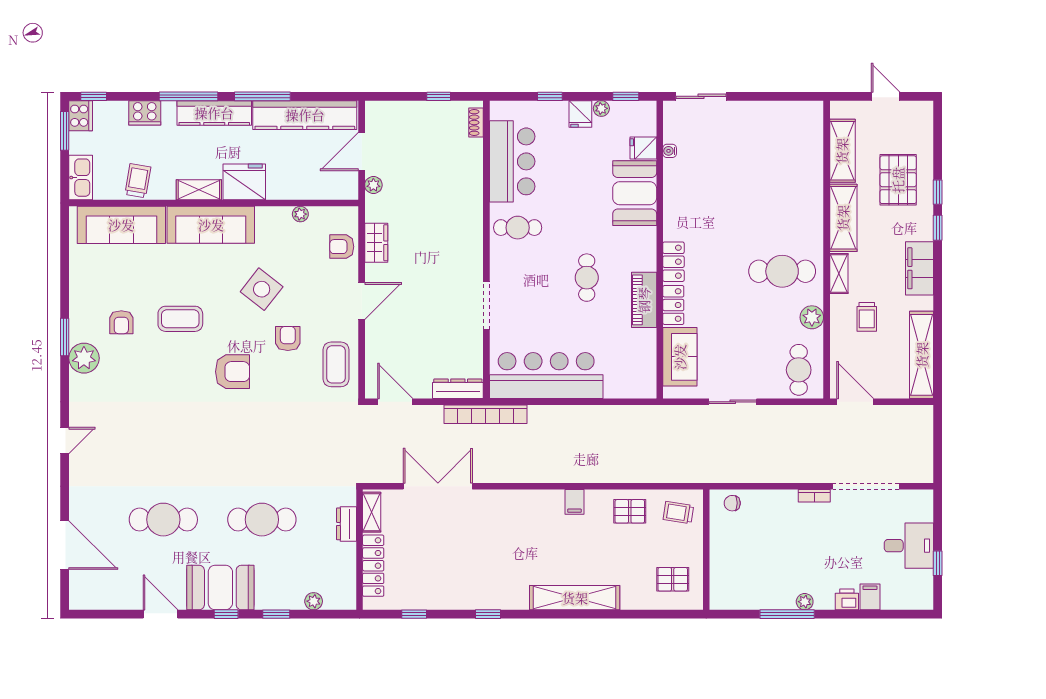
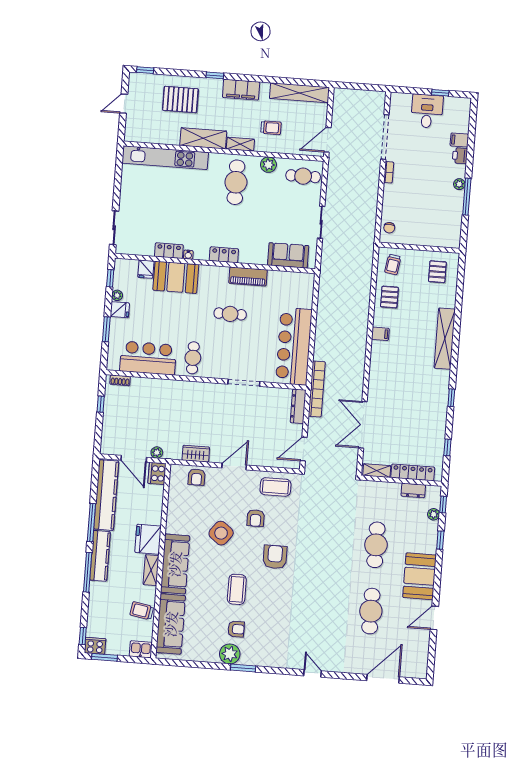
window: (550, 96) -> (106, 329), width x1.50
cooker: (145, 113) -> (157, 473), moved, turned 180
water cooler: (670, 151) -> (188, 255), moved
shelving: (842, 151) -> (158, 135), removed
kitchen unit: (810, 164) -> (165, 158), added
kitchen sink: (81, 178) -> (141, 649), width x0.73
window: (938, 192) -> (145, 70), moved
plant: (300, 214) -> (173, 503), removed
door: (362, 301) -> (234, 466), hinge flipped
locker: (673, 305) -> (169, 251), moved
armchair: (288, 339) -> (256, 518), turned -90
plant: (84, 358) -> (230, 654), moved
dresser: (347, 524) -> (413, 490), moved
window: (226, 614) -> (443, 505), moved

